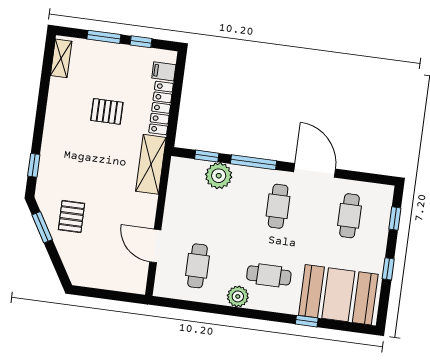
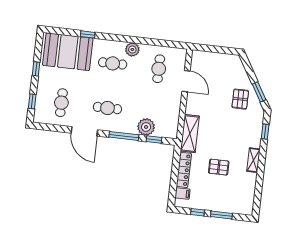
shelving: (61, 58) -> (253, 160), moved
cafe table: (278, 206) -> (107, 108), turned 90

